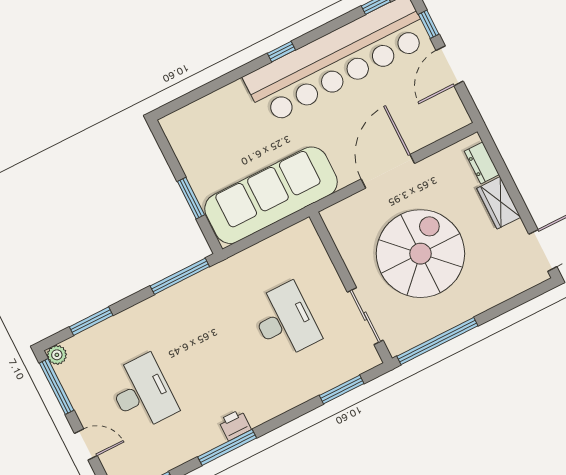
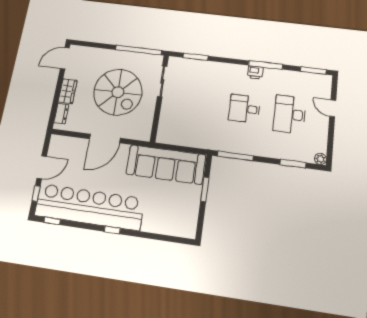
spiral stairs: (420, 254) -> (118, 92), turned -90
desk: (285, 321) -> (244, 109), moved, width x0.73
window: (57, 387) -> (330, 144), removed

